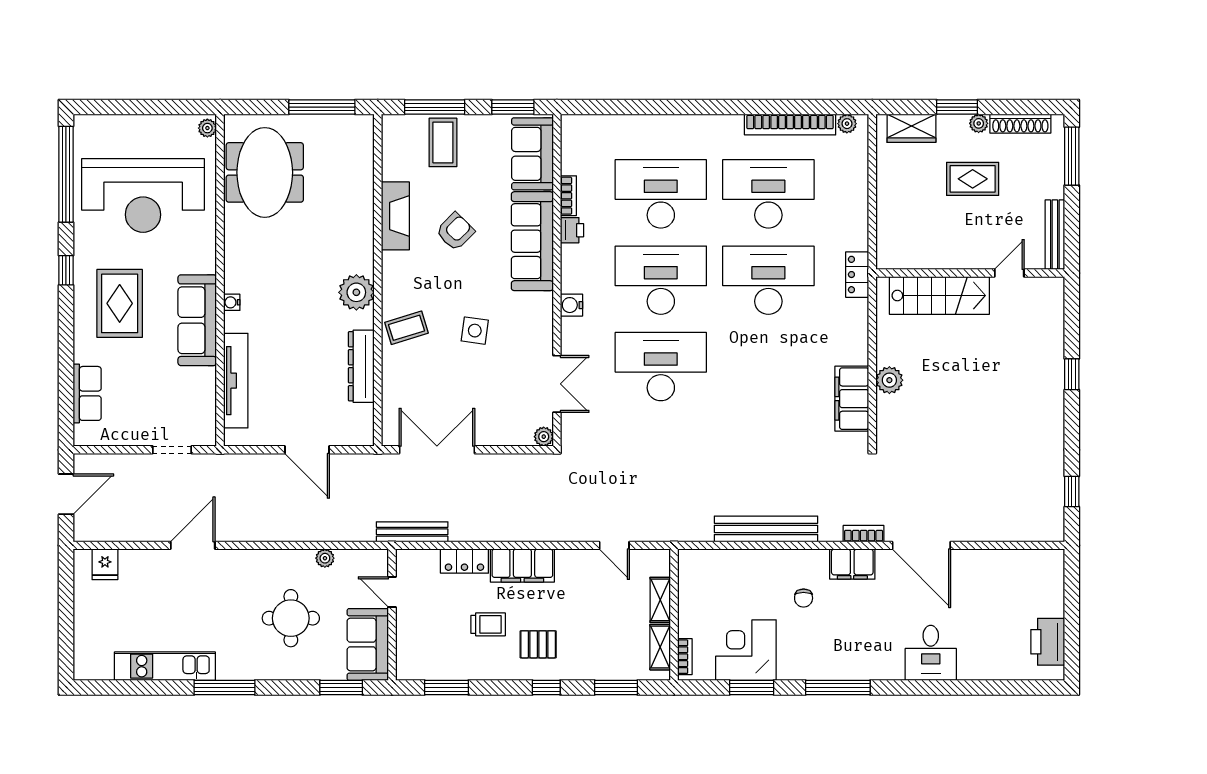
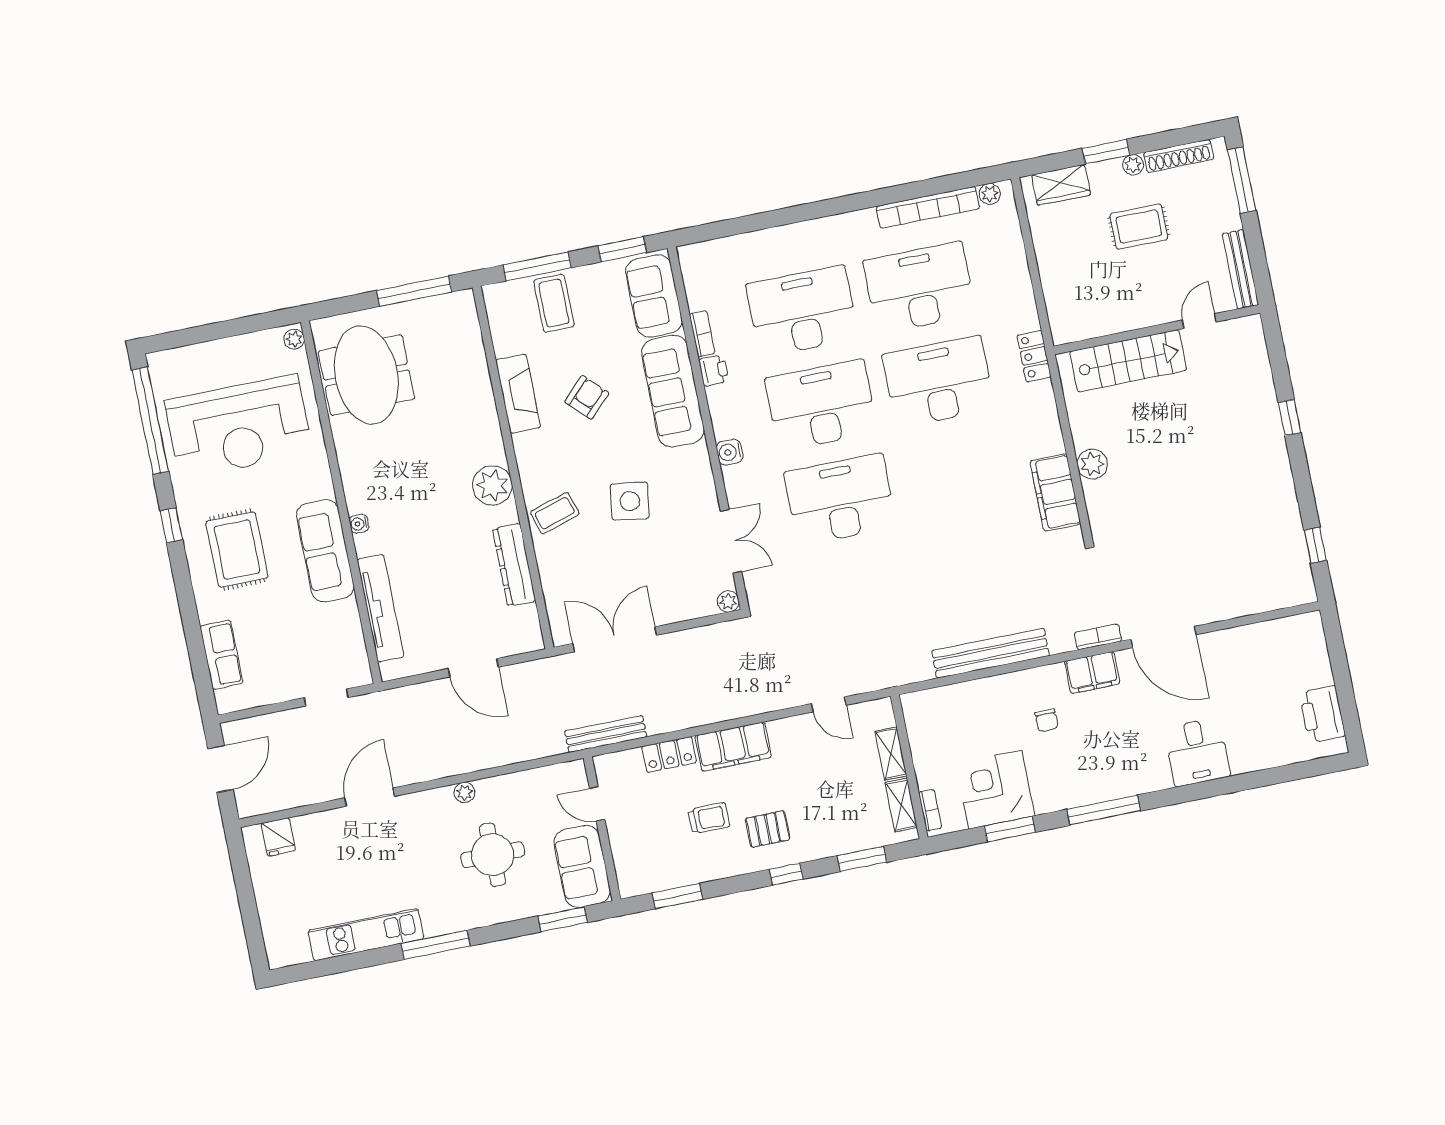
side table: (475, 331) -> (630, 501), width x1.37, depth x1.37
plant: (325, 558) -> (464, 792), moved

